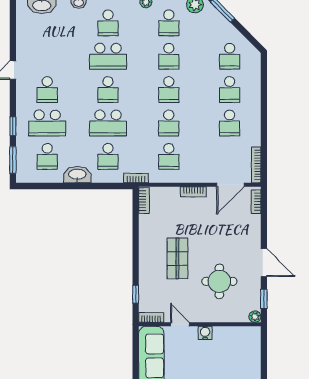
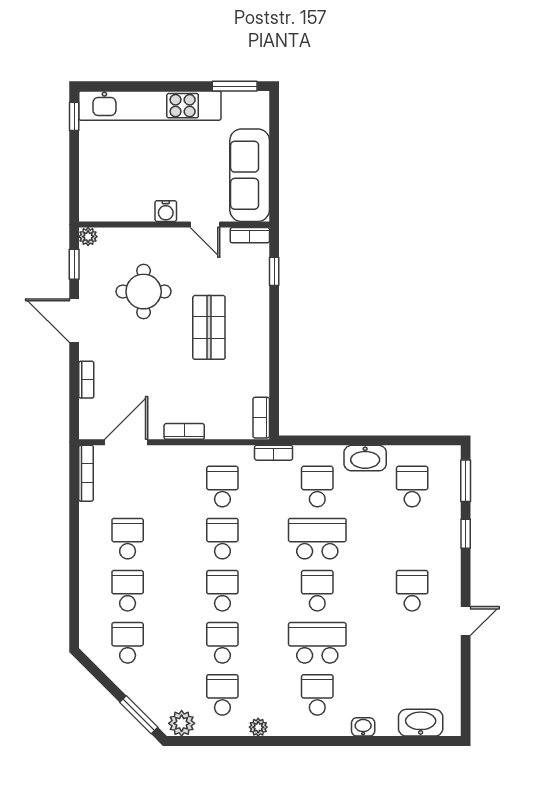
school desk: (47, 123) -> (412, 539), removed
bookcase: (256, 202) -> (86, 380), moved

